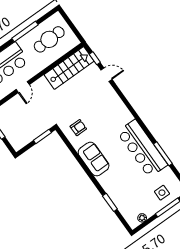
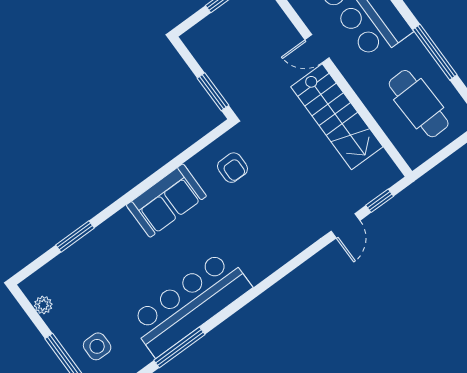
stairs: (69, 68) -> (337, 117), moved

